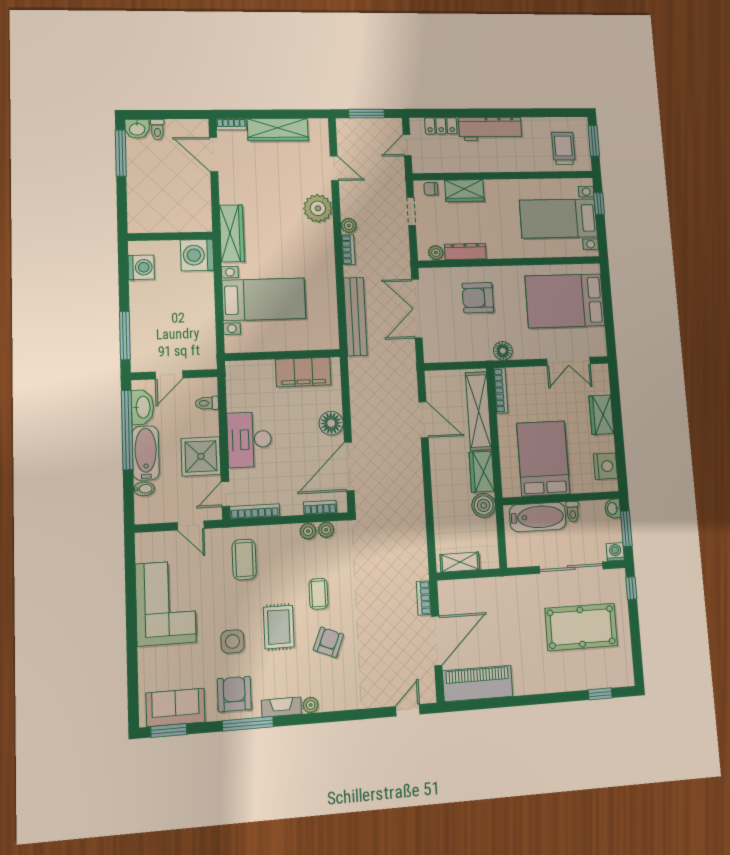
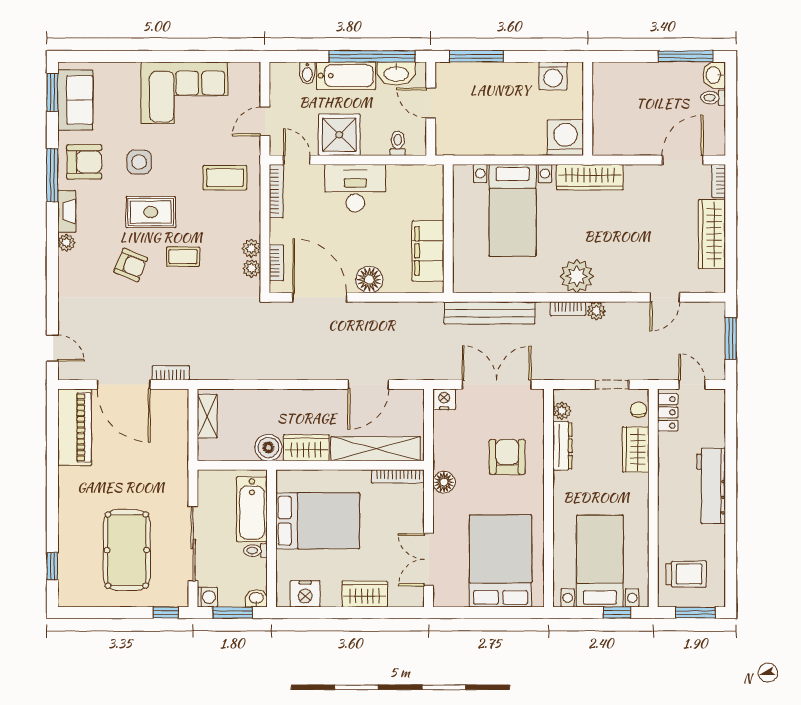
locker: (441, 126) -> (668, 412), moved, turned 180
plant: (318, 208) -> (577, 276), moved
nightstand: (432, 353) -> (444, 399), added

